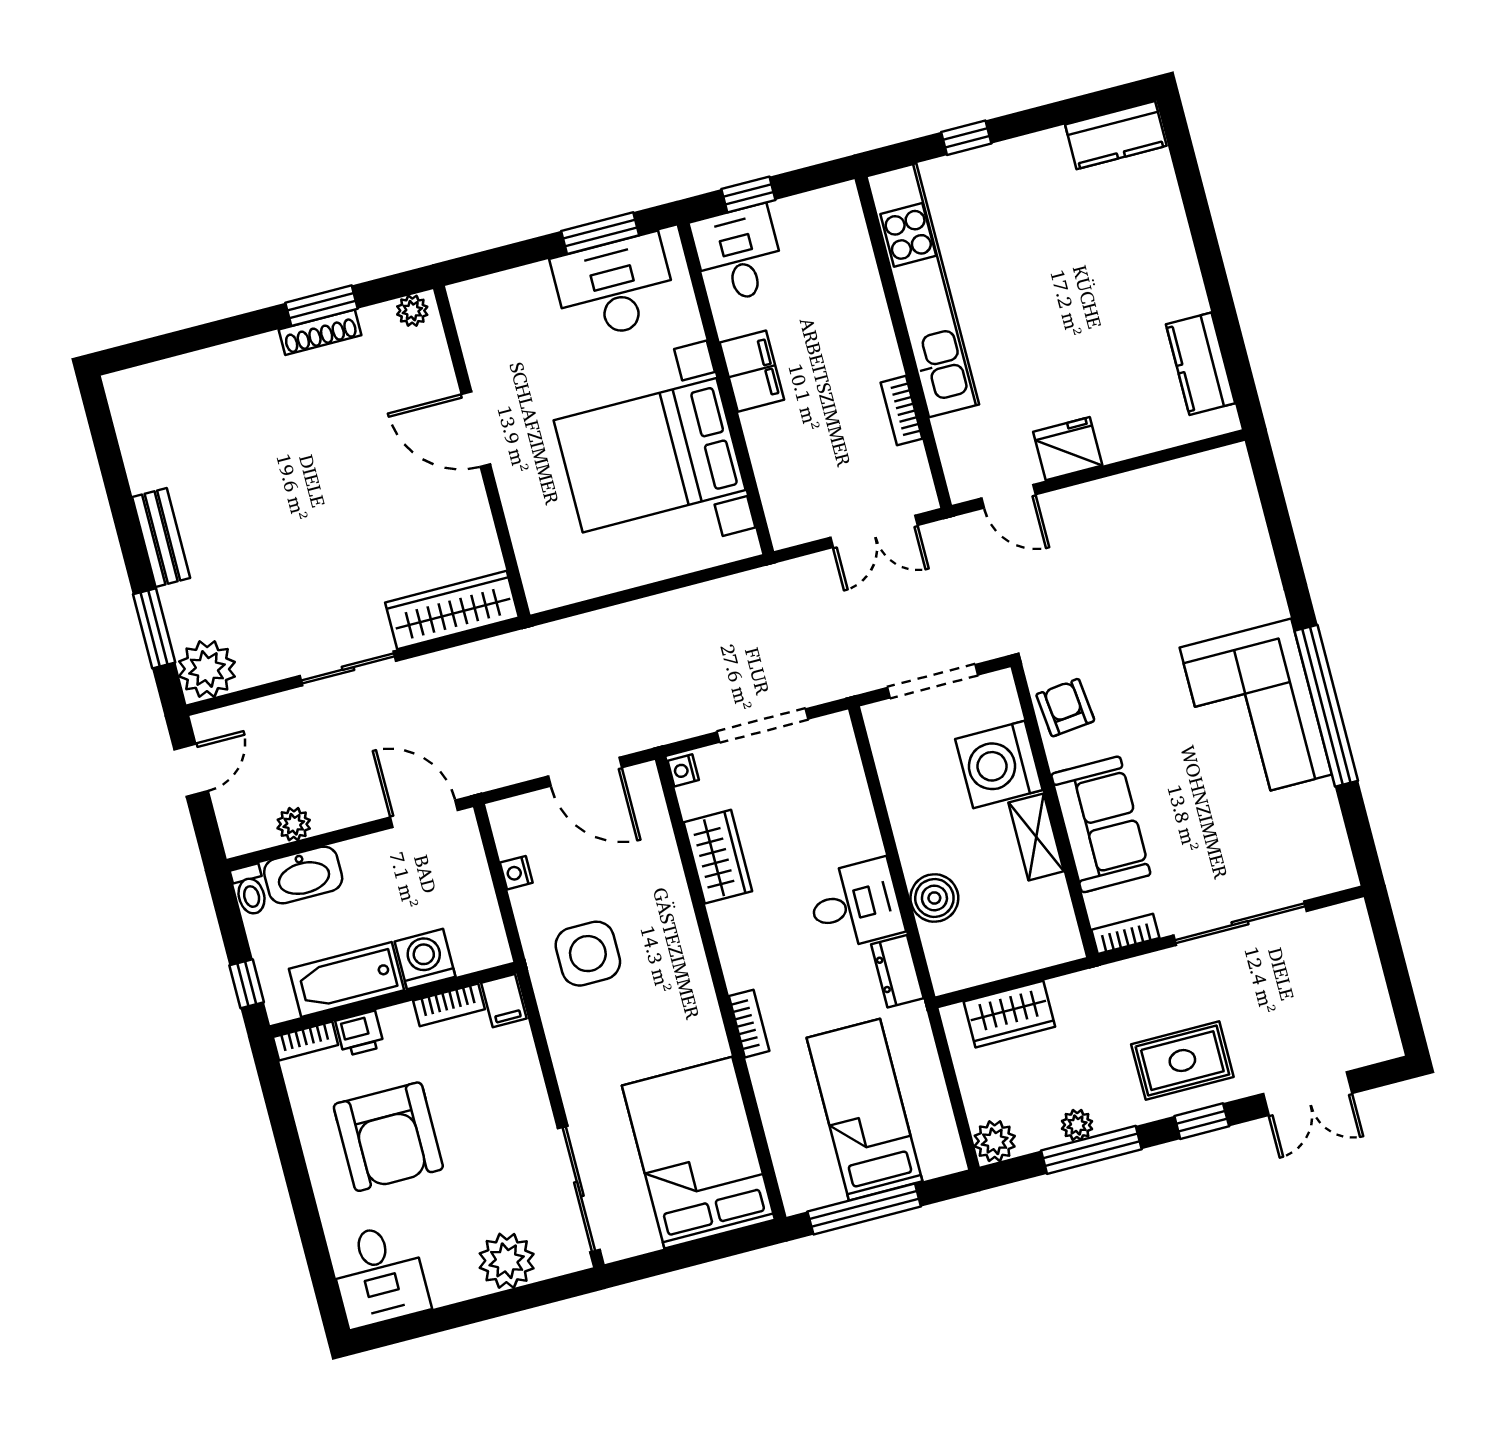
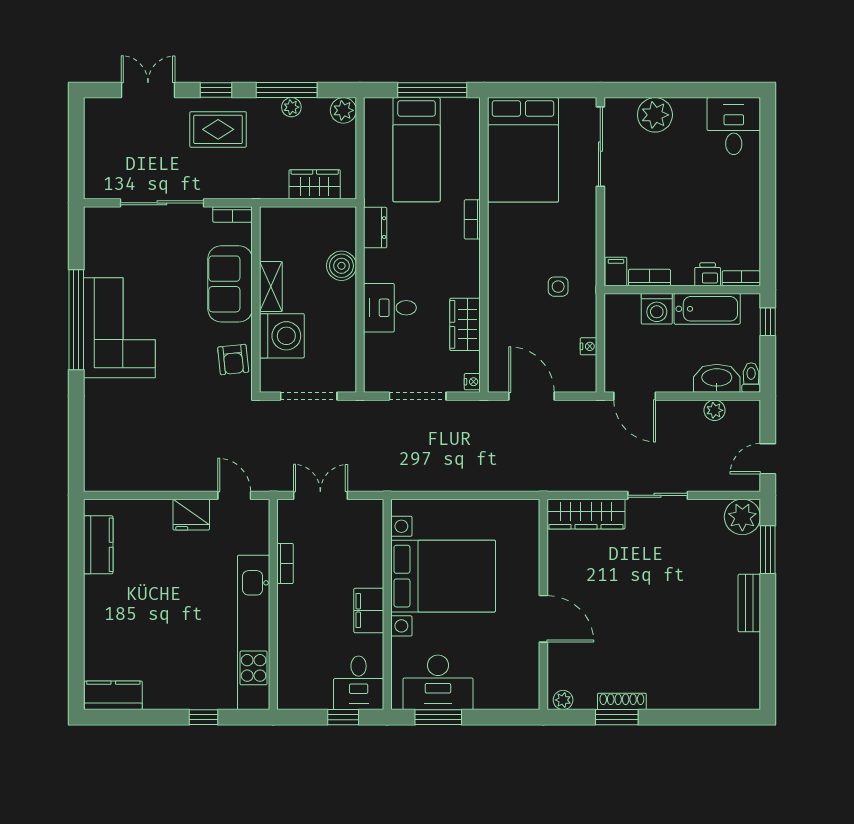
desk: (855, 904) -> (390, 308), moved
side table: (588, 954) -> (558, 287), width x0.54, depth x0.54
armchair: (388, 1137) -> (707, 208), removed

